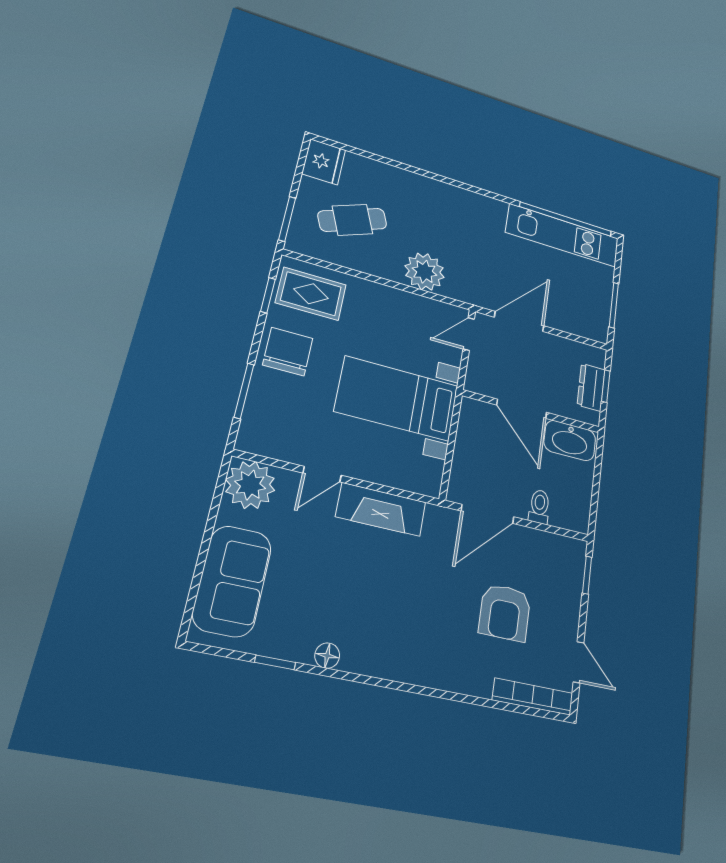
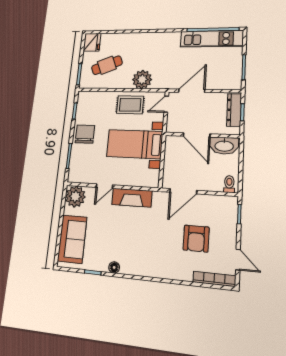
rug: (311, 294) -> (130, 105), moved
dresser: (591, 387) -> (234, 110), width x1.44
toilet: (539, 507) -> (229, 184), moved

